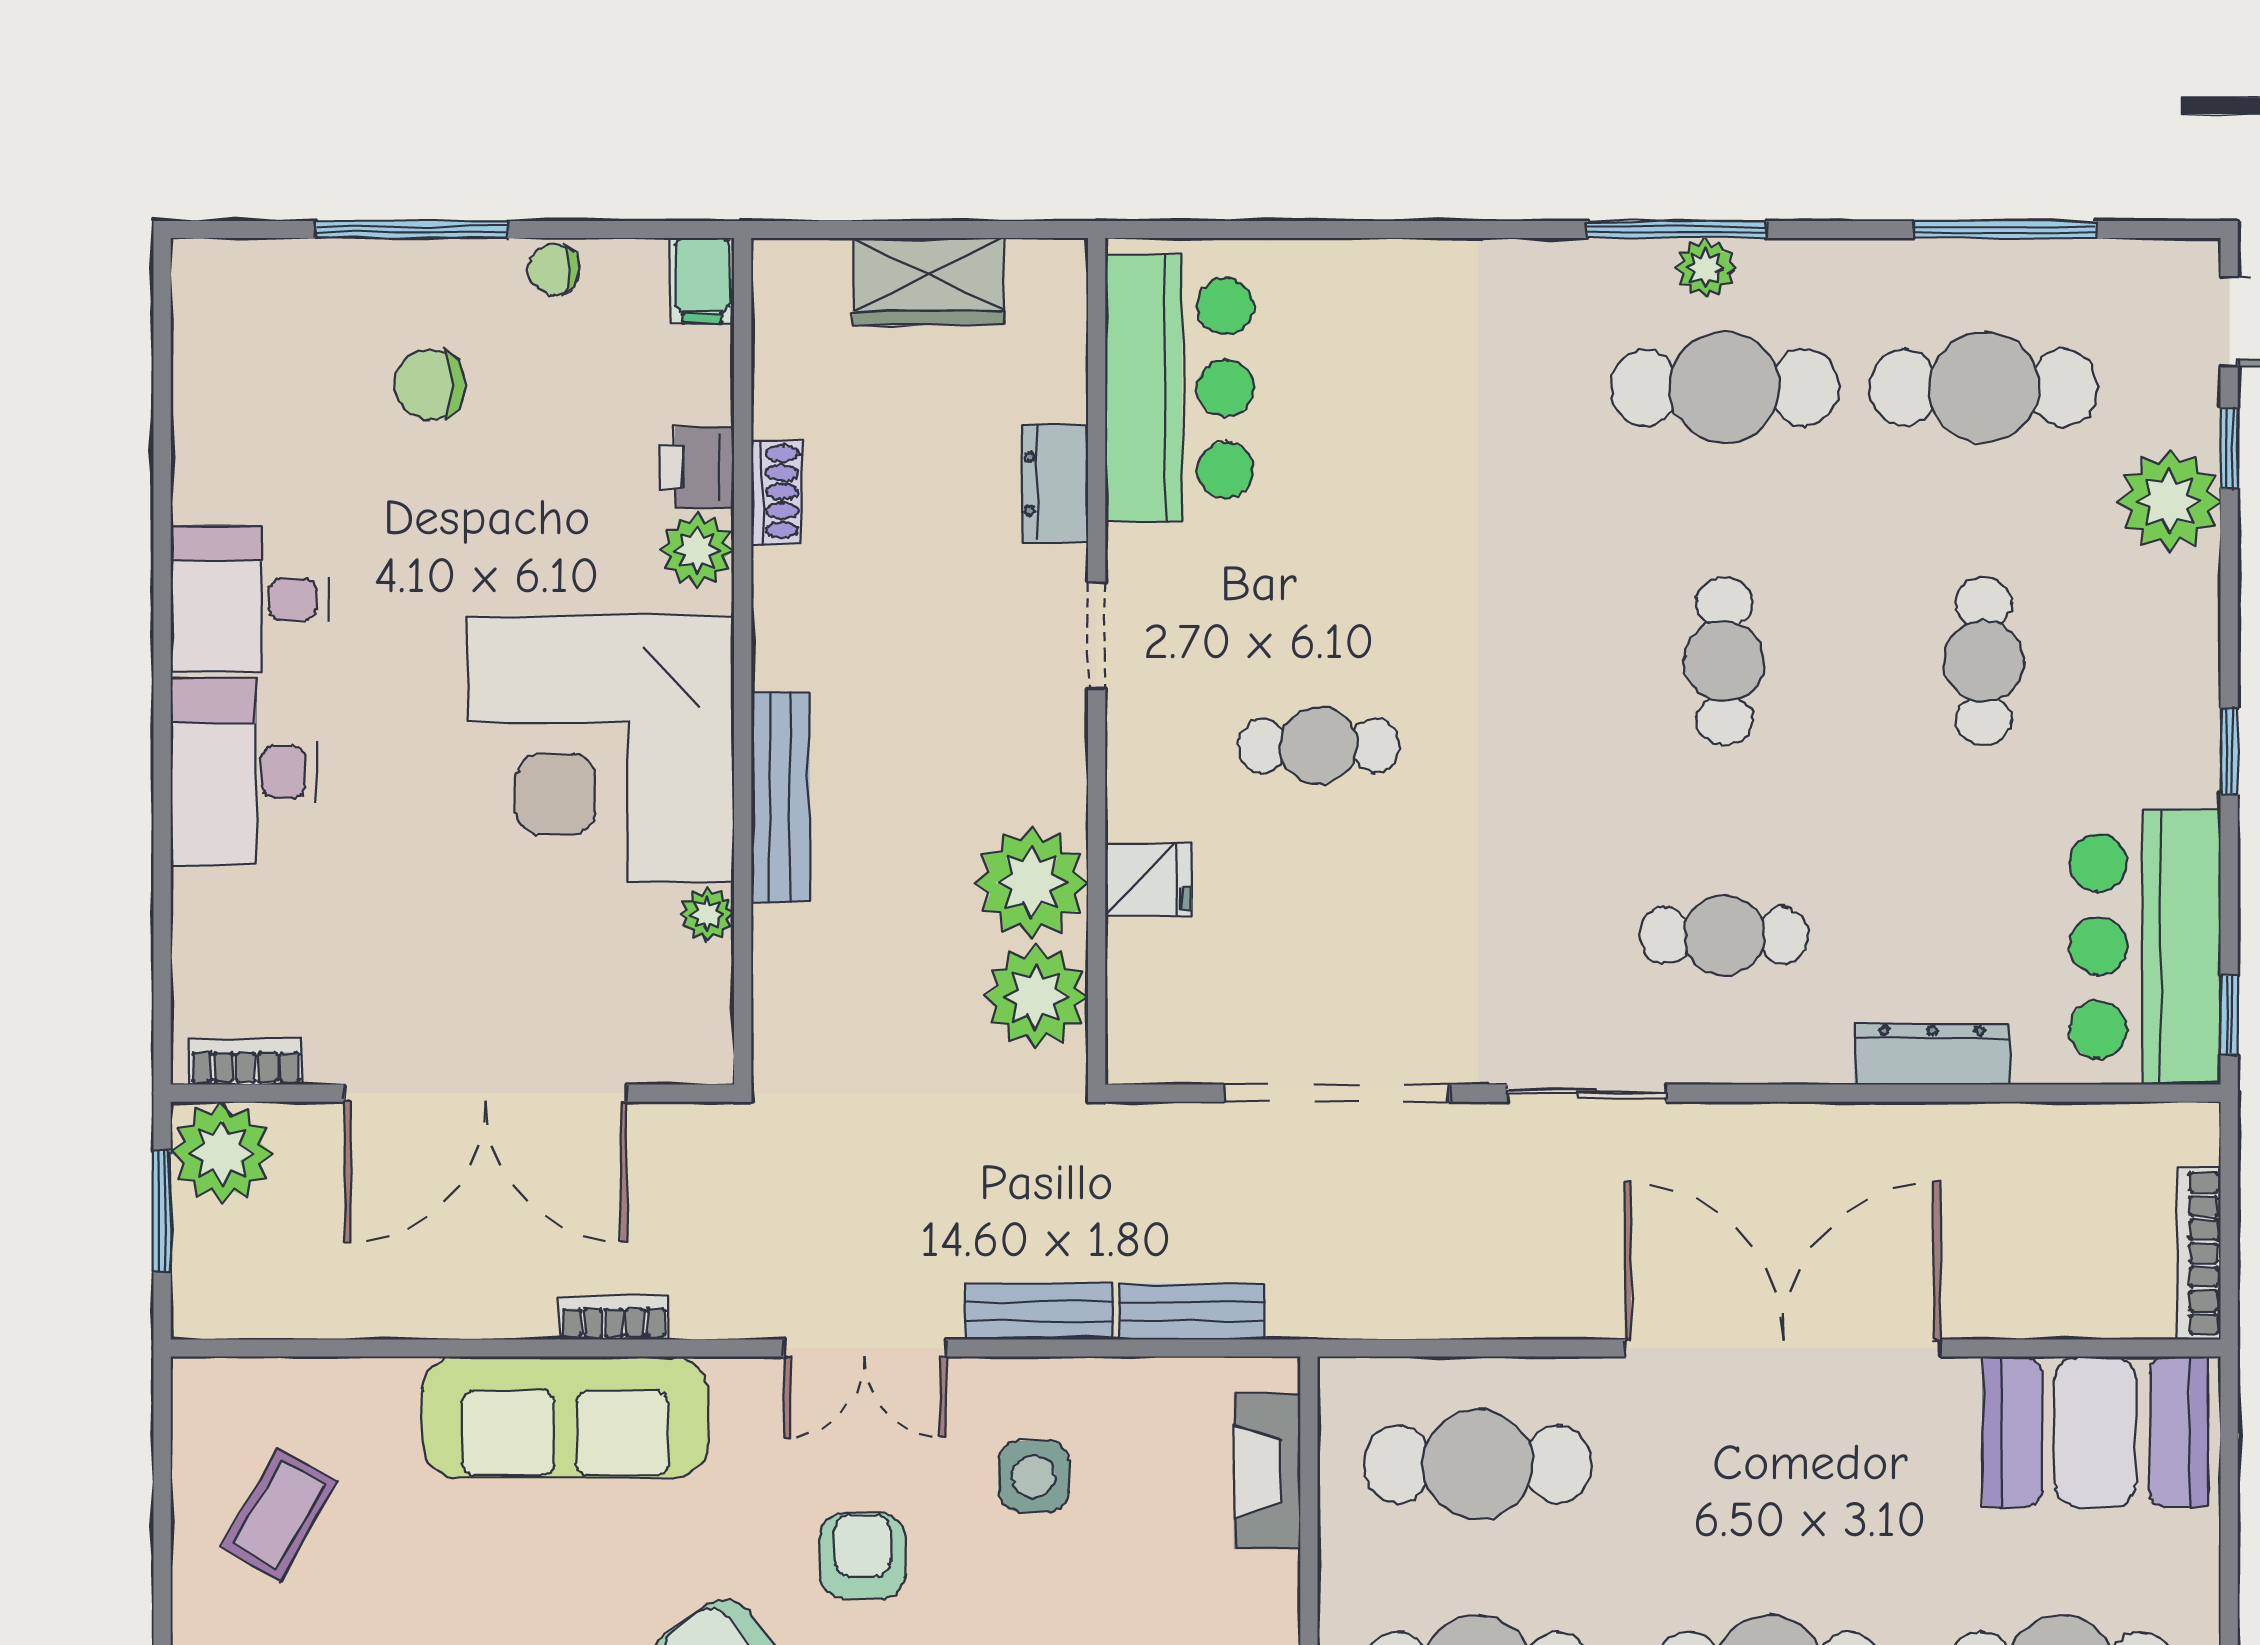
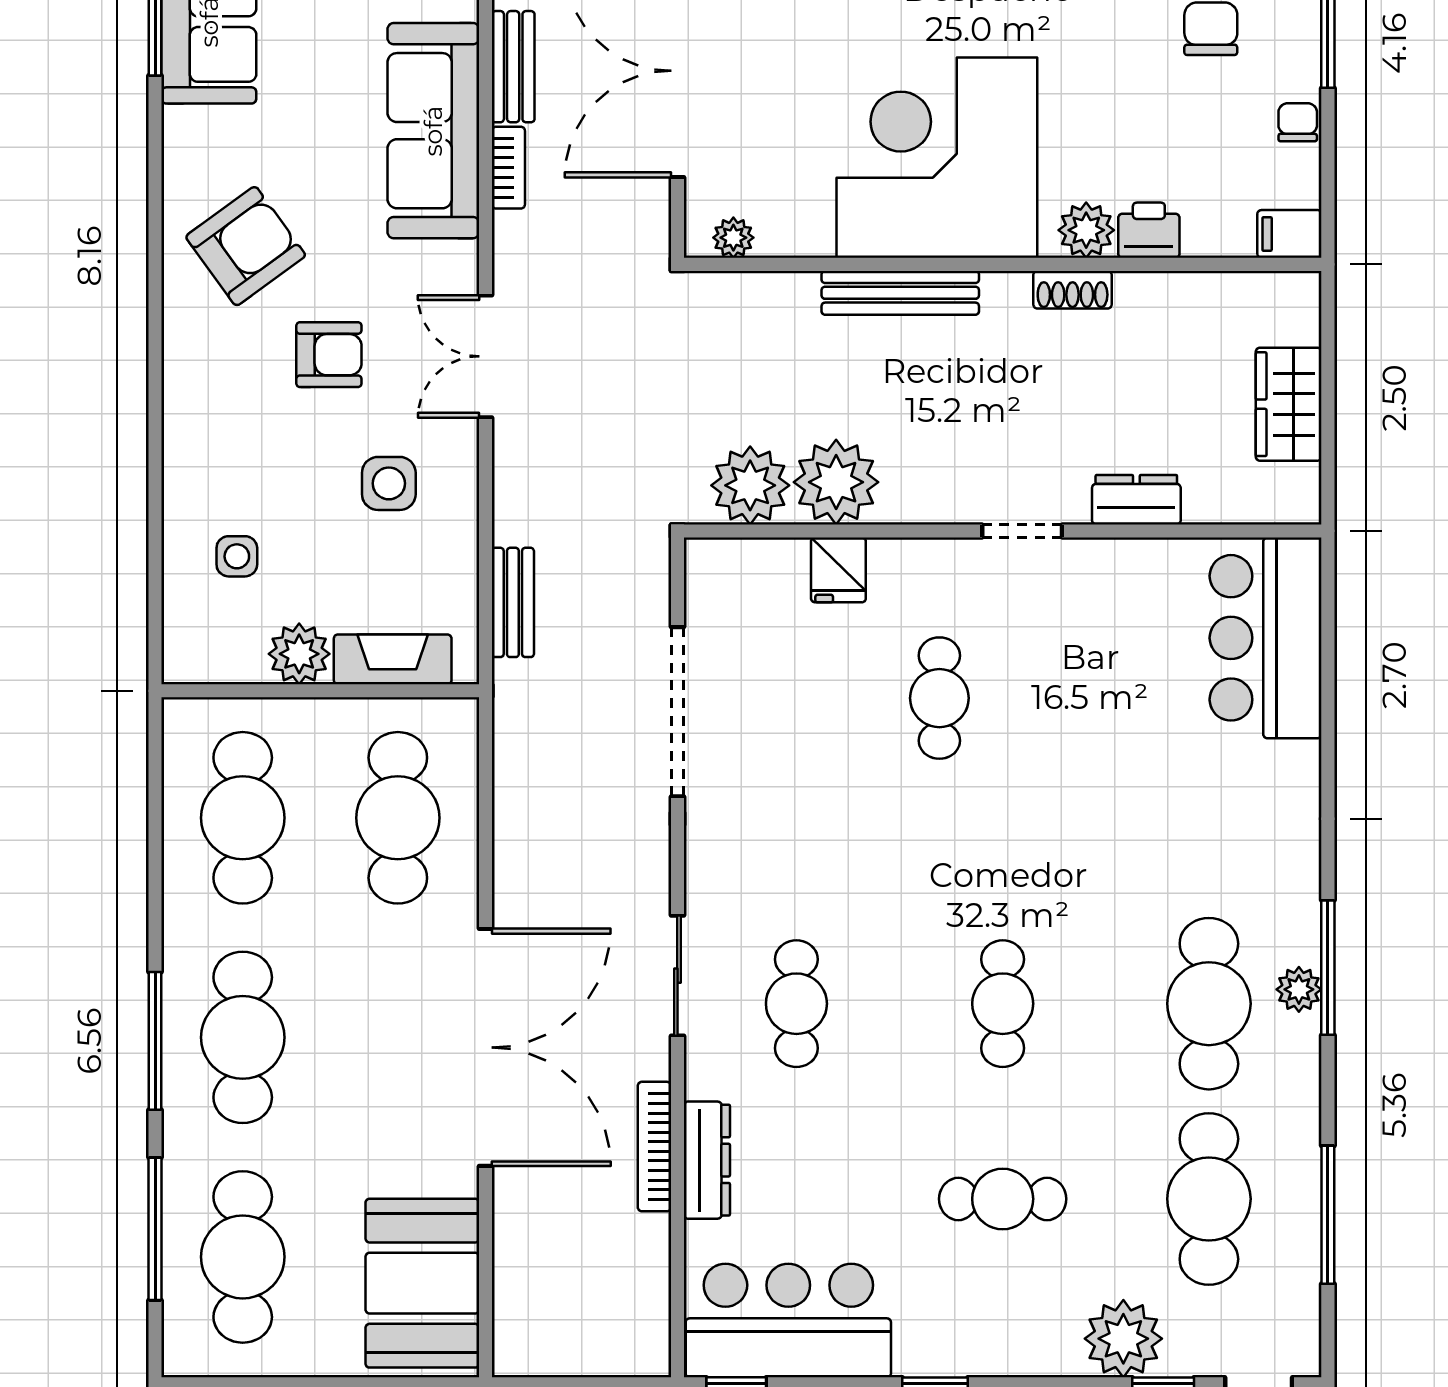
bar counter: (1179, 388) -> (1266, 638), moved, turned 90
shoe rack: (776, 492) -> (1073, 290), moved
cafe table: (1724, 661) -> (1003, 1004), turned 90
plant: (707, 914) -> (733, 238), moved
sliding door: (1586, 1093) -> (677, 976), moved
bookcase: (2199, 1253) -> (654, 1147), moved, turned -90
bench: (1039, 1311) -> (513, 67), moved
plant: (1260, 1596) -> (299, 654), added

